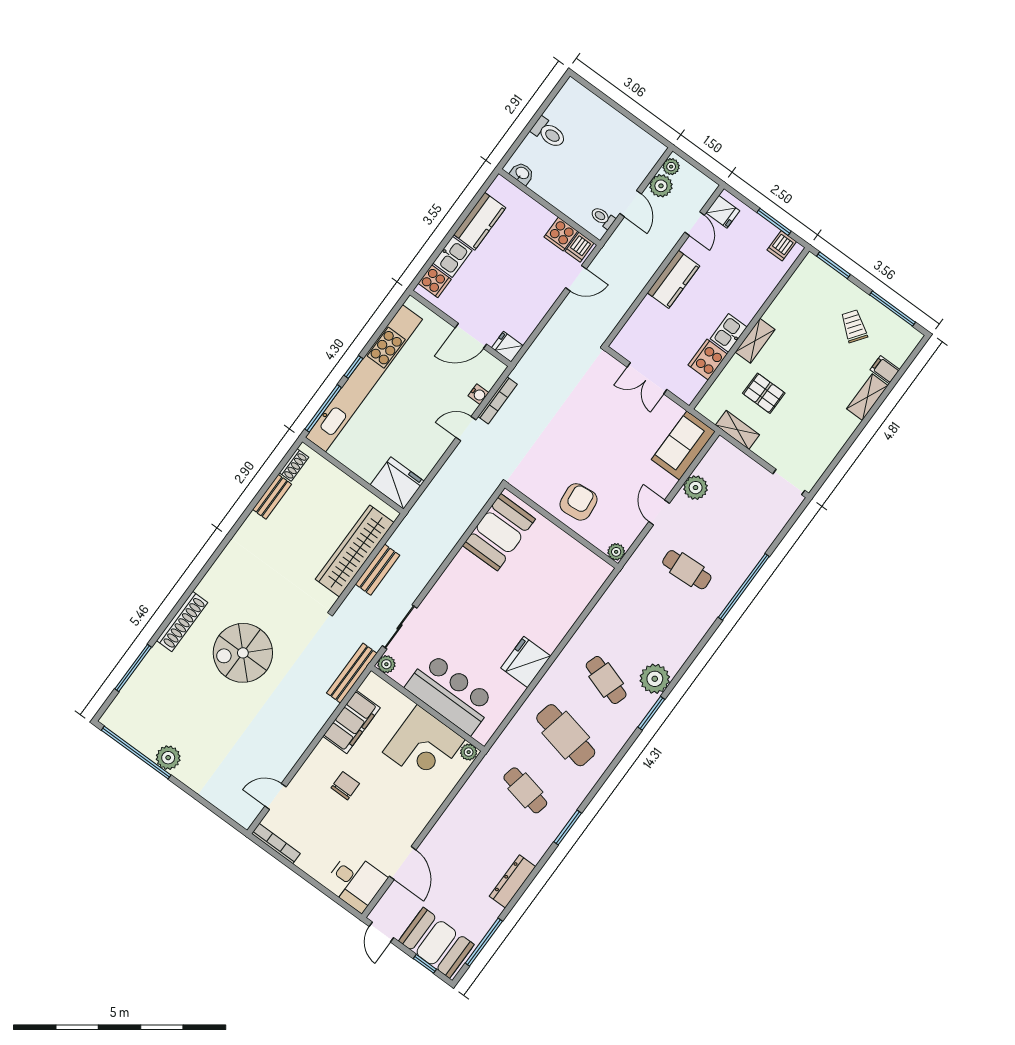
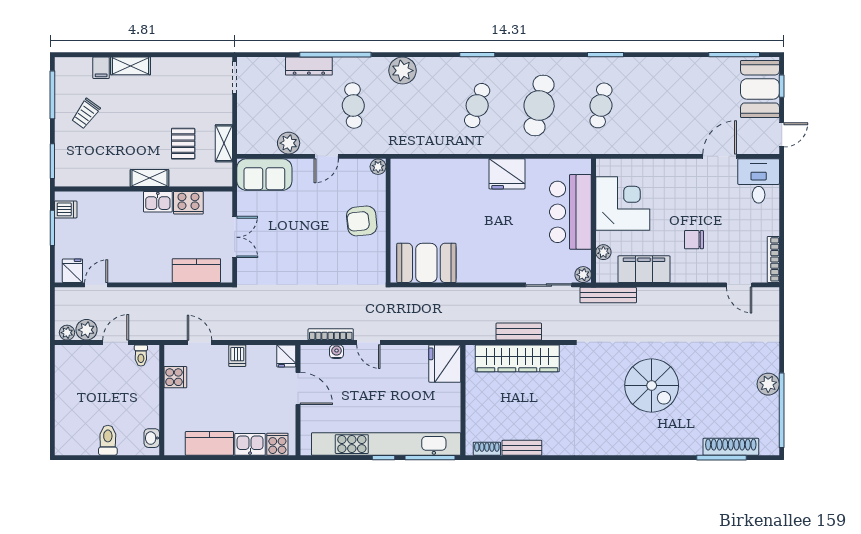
dishwasher: (580, 247) -> (237, 356), moved, turned 90
kitchen counter: (673, 279) -> (196, 271), moved
shoe rack: (182, 621) -> (731, 447), moved
plant: (655, 679) -> (402, 71), moved
plant: (469, 752) -> (603, 252), moved
dresser: (513, 881) -> (309, 66), moved

